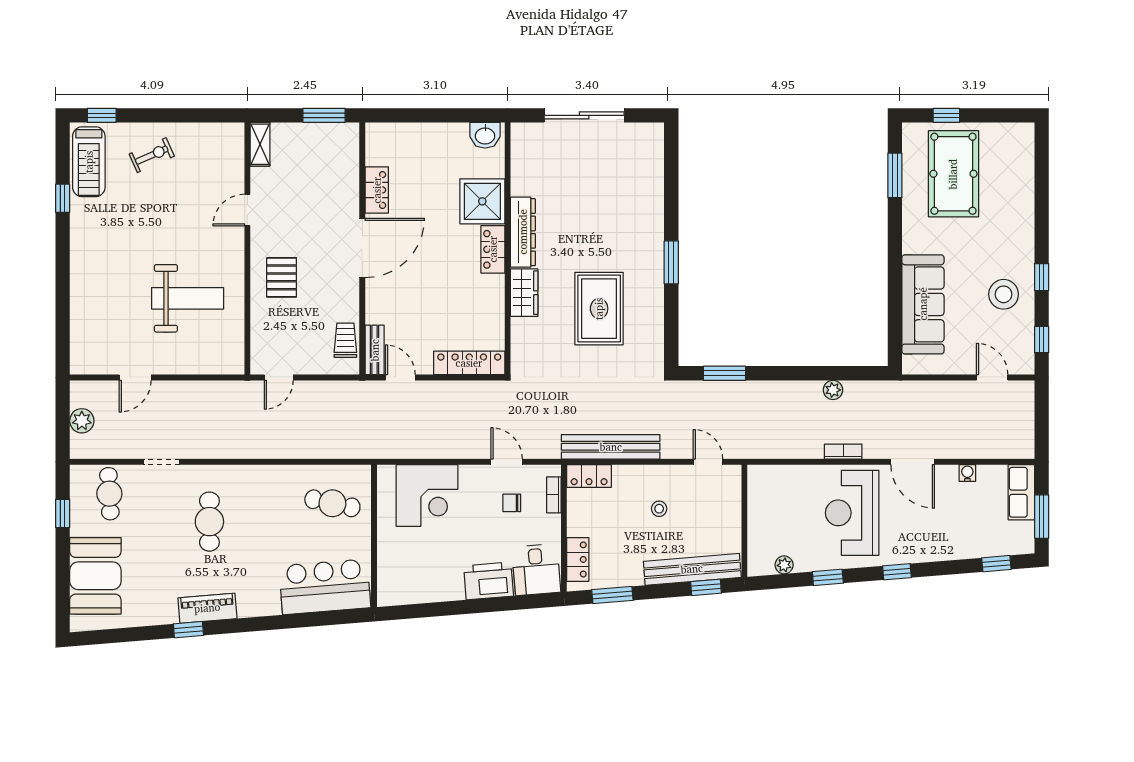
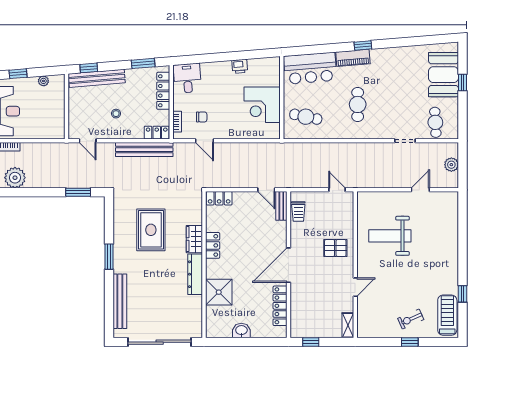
window: (102, 115) -> (410, 342), moved
window: (324, 115) -> (311, 342), width x0.67
sliding door: (584, 115) -> (160, 342), width x1.36
washbasin: (485, 135) -> (241, 331), moved
bench: (652, 186) -> (120, 301), added
locker: (377, 190) -> (280, 306), width x1.53
locker: (493, 249) -> (213, 245), moved
pallet: (282, 277) -> (335, 248), turned 90
locker: (469, 363) -> (219, 198), width x0.66
door: (279, 377) -> (337, 190), hinge flipped
plant: (833, 390) -> (15, 178), width x1.87, depth x1.87
corner desk: (427, 496) -> (262, 105), moved, turned -90
window: (63, 513) -> (463, 82), moved
cafe table: (209, 522) -> (358, 104), moved
locker: (578, 559) -> (163, 91), width x1.53
printer: (489, 581) -> (240, 66), moved, width x0.53, depth x0.68
piano: (207, 608) -> (353, 58), moved
window: (188, 630) -> (363, 45), moved

